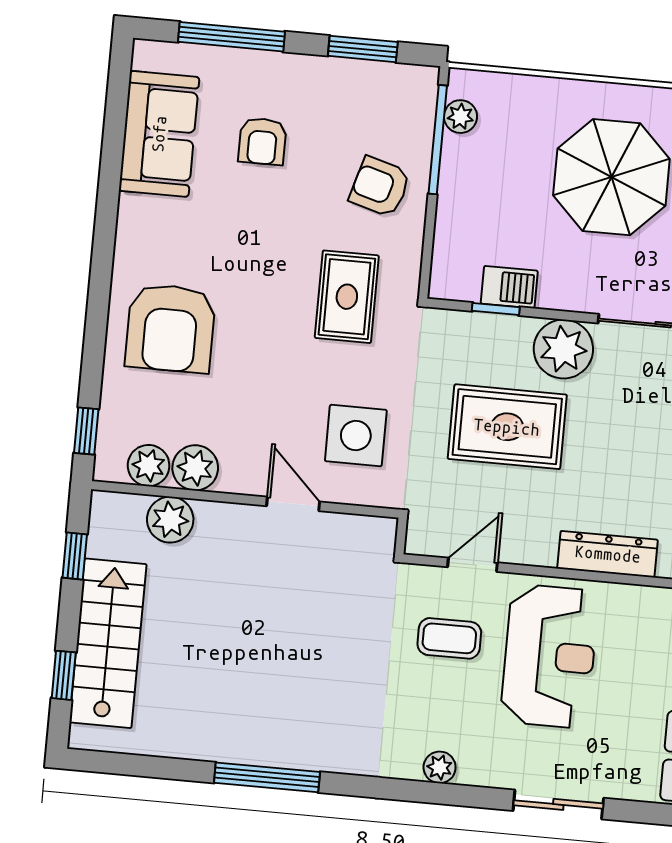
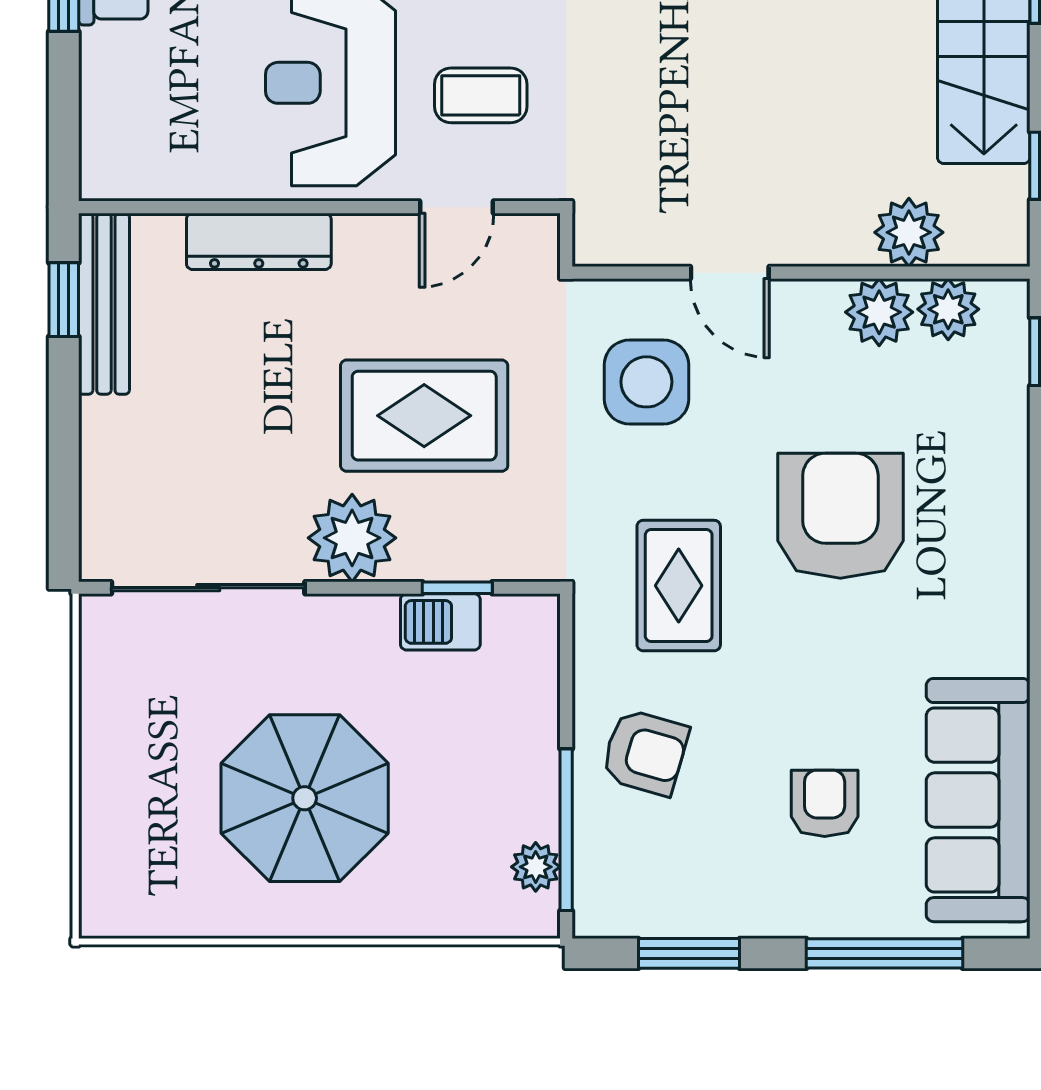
sofa: (159, 134) -> (978, 800), width x1.36
armchair: (170, 328) -> (840, 516), moved

